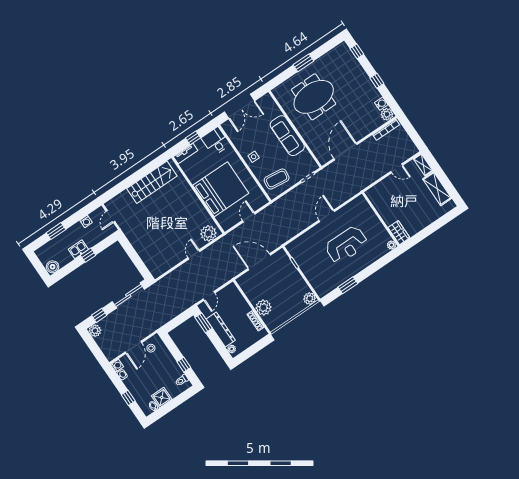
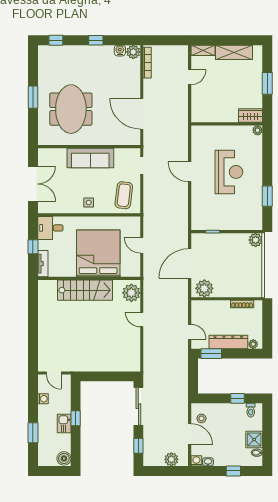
stairs: (152, 182) -> (85, 290), moved, turned 90
window: (431, 229) -> (267, 83), added
plant: (263, 308) -> (204, 288), moved
plant: (95, 331) -> (171, 459), moved

